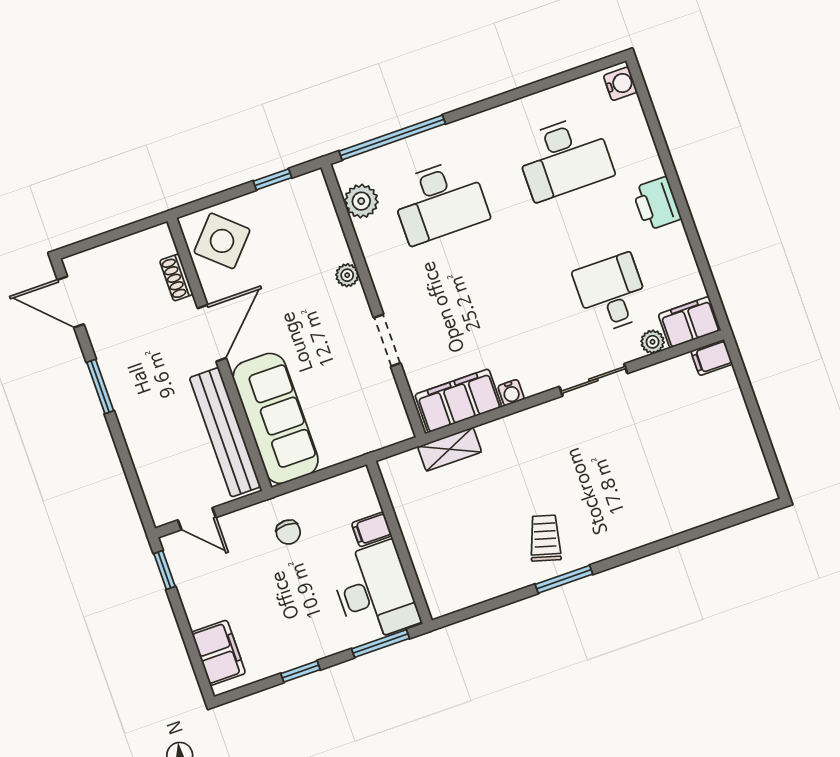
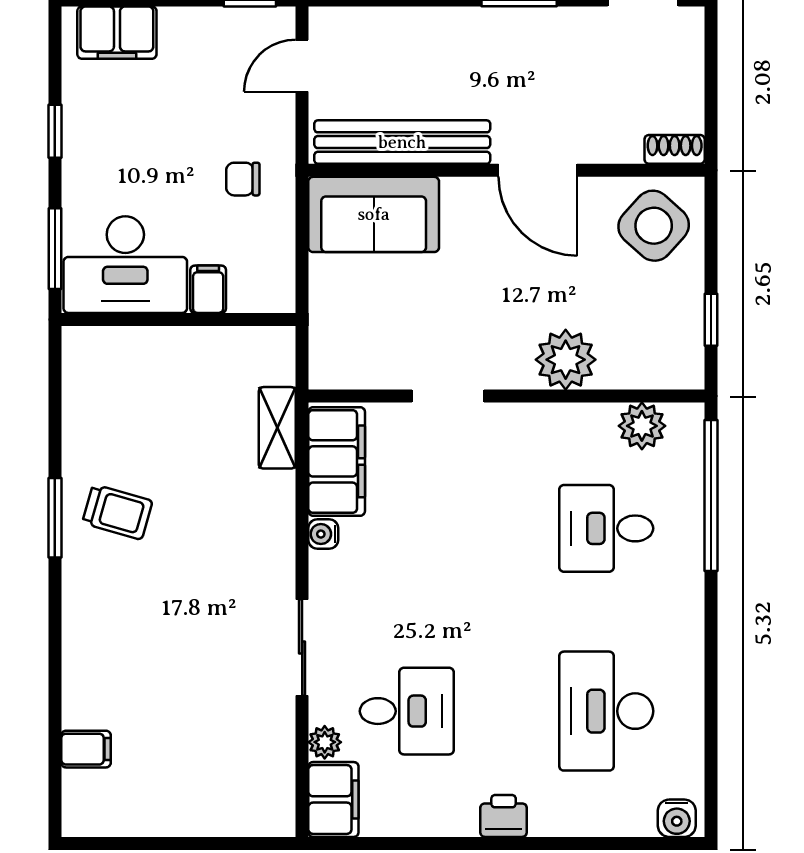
desk: (440, 201) -> (606, 528), width x0.73
printer: (657, 204) -> (504, 816), width x0.73, depth x0.81
plant: (347, 275) -> (566, 360), width x1.87, depth x1.87
shoe rack: (176, 277) -> (675, 149), moved
filing cabinet: (712, 357) -> (86, 749), moved, turned 90
sofa: (276, 418) -> (374, 214), width x0.73

